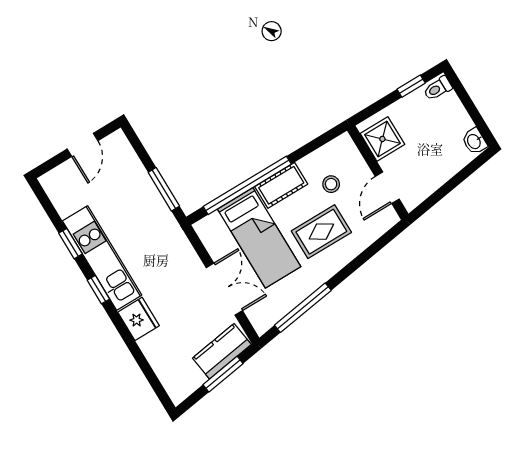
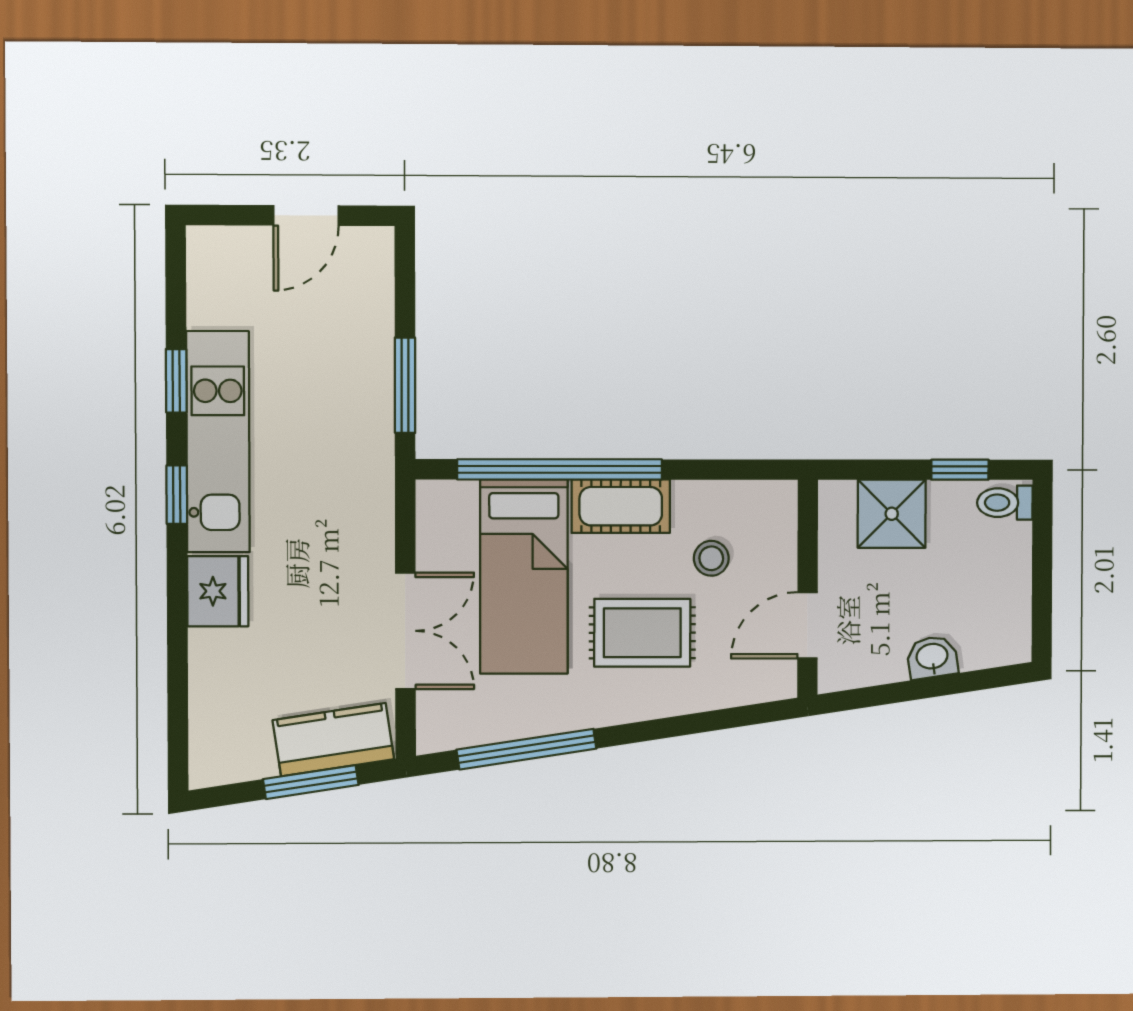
shower: (382, 139) -> (892, 514), moved
washbasin: (474, 141) -> (932, 657), moved, turned 81

